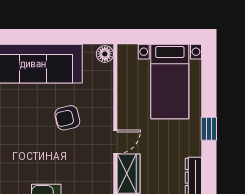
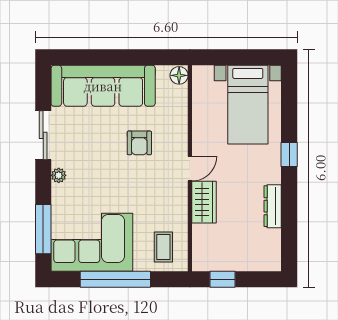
armchair: (67, 118) -> (139, 143), turned -77

